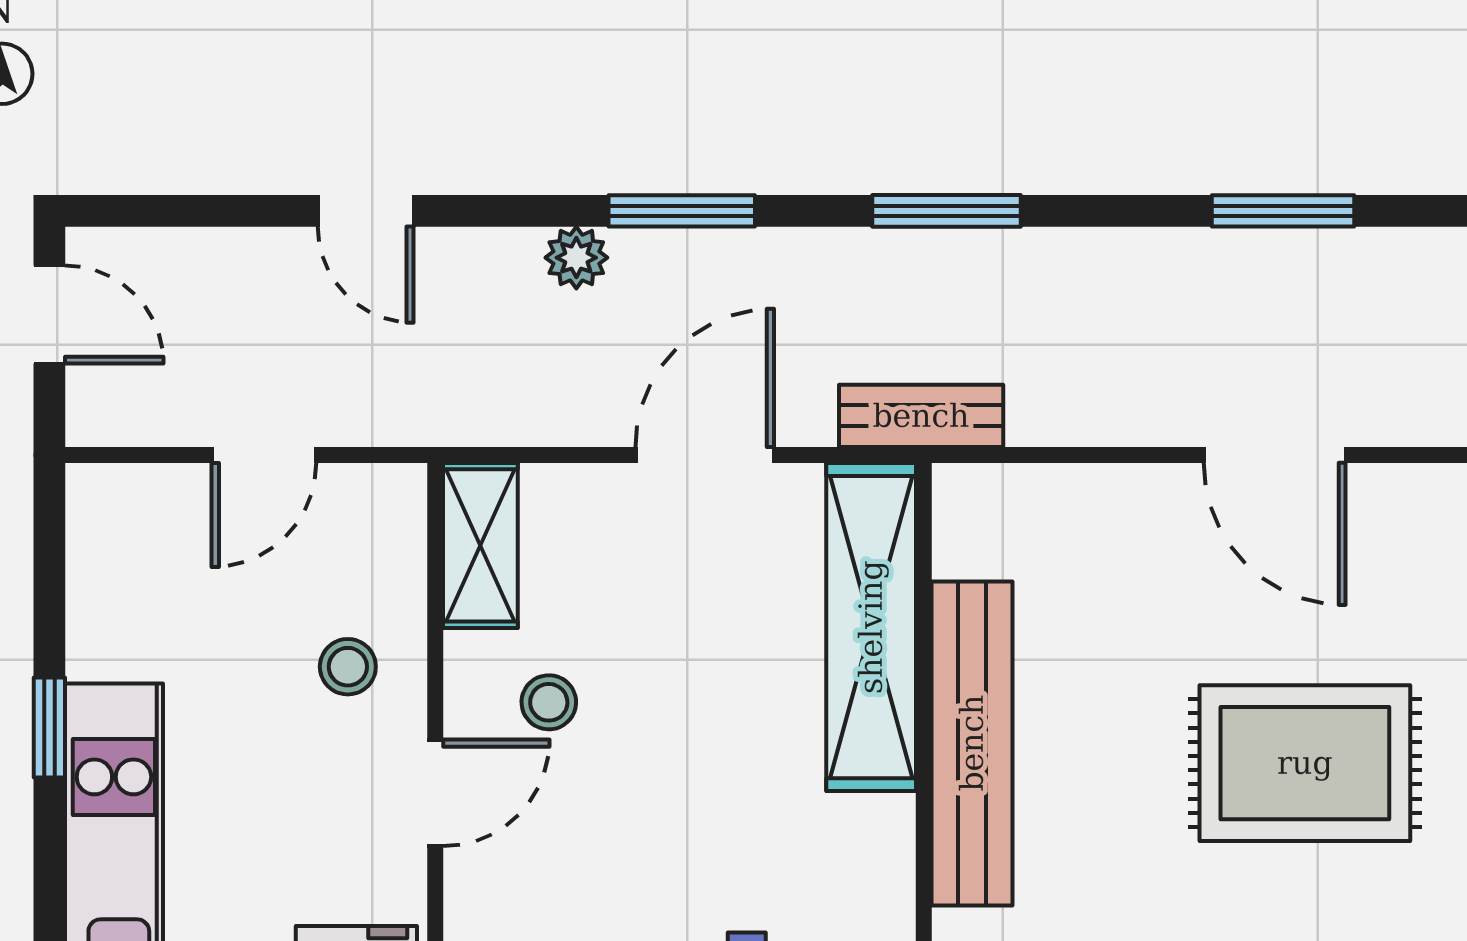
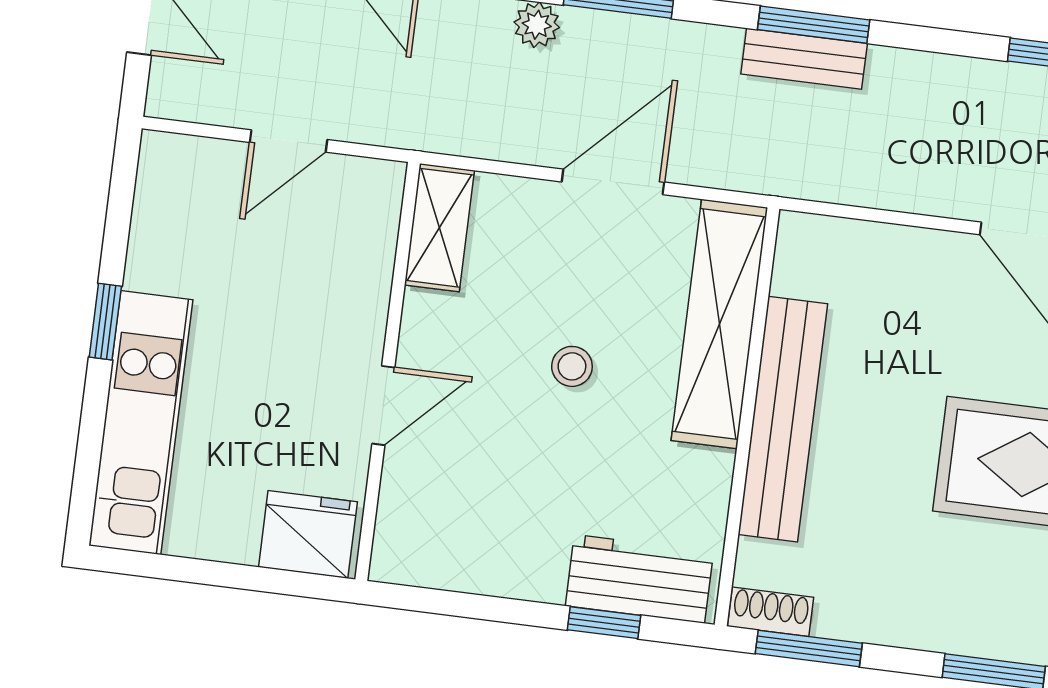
bench: (921, 416) -> (804, 59), moved
stool: (348, 667) -> (331, 305), removed
stool: (549, 702) -> (572, 366), moved

